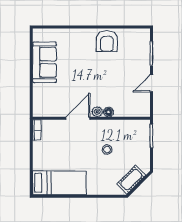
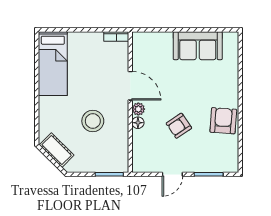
armchair: (107, 41) -> (223, 121), turned 94
armchair: (111, 78) -> (179, 126), added
door: (151, 83) -> (172, 174), swing flipped
stool: (107, 150) -> (93, 121), width x1.89, depth x1.89

